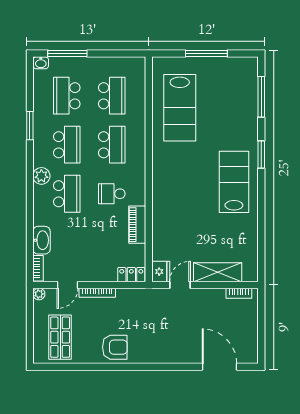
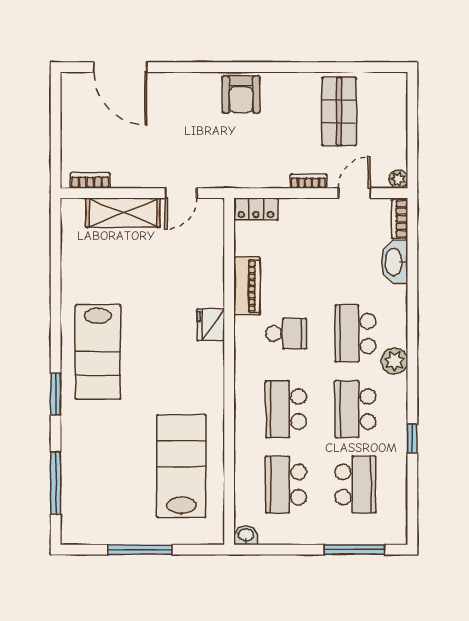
washbasin: (41, 63) -> (246, 535), moved
window: (30, 126) -> (412, 439), width x0.67
fridge: (161, 272) -> (211, 325), moved
bookcase: (97, 293) -> (308, 181), width x0.64
shop shelf: (60, 337) -> (339, 111), moved
armchair: (115, 347) -> (241, 94), moved, turned -90

